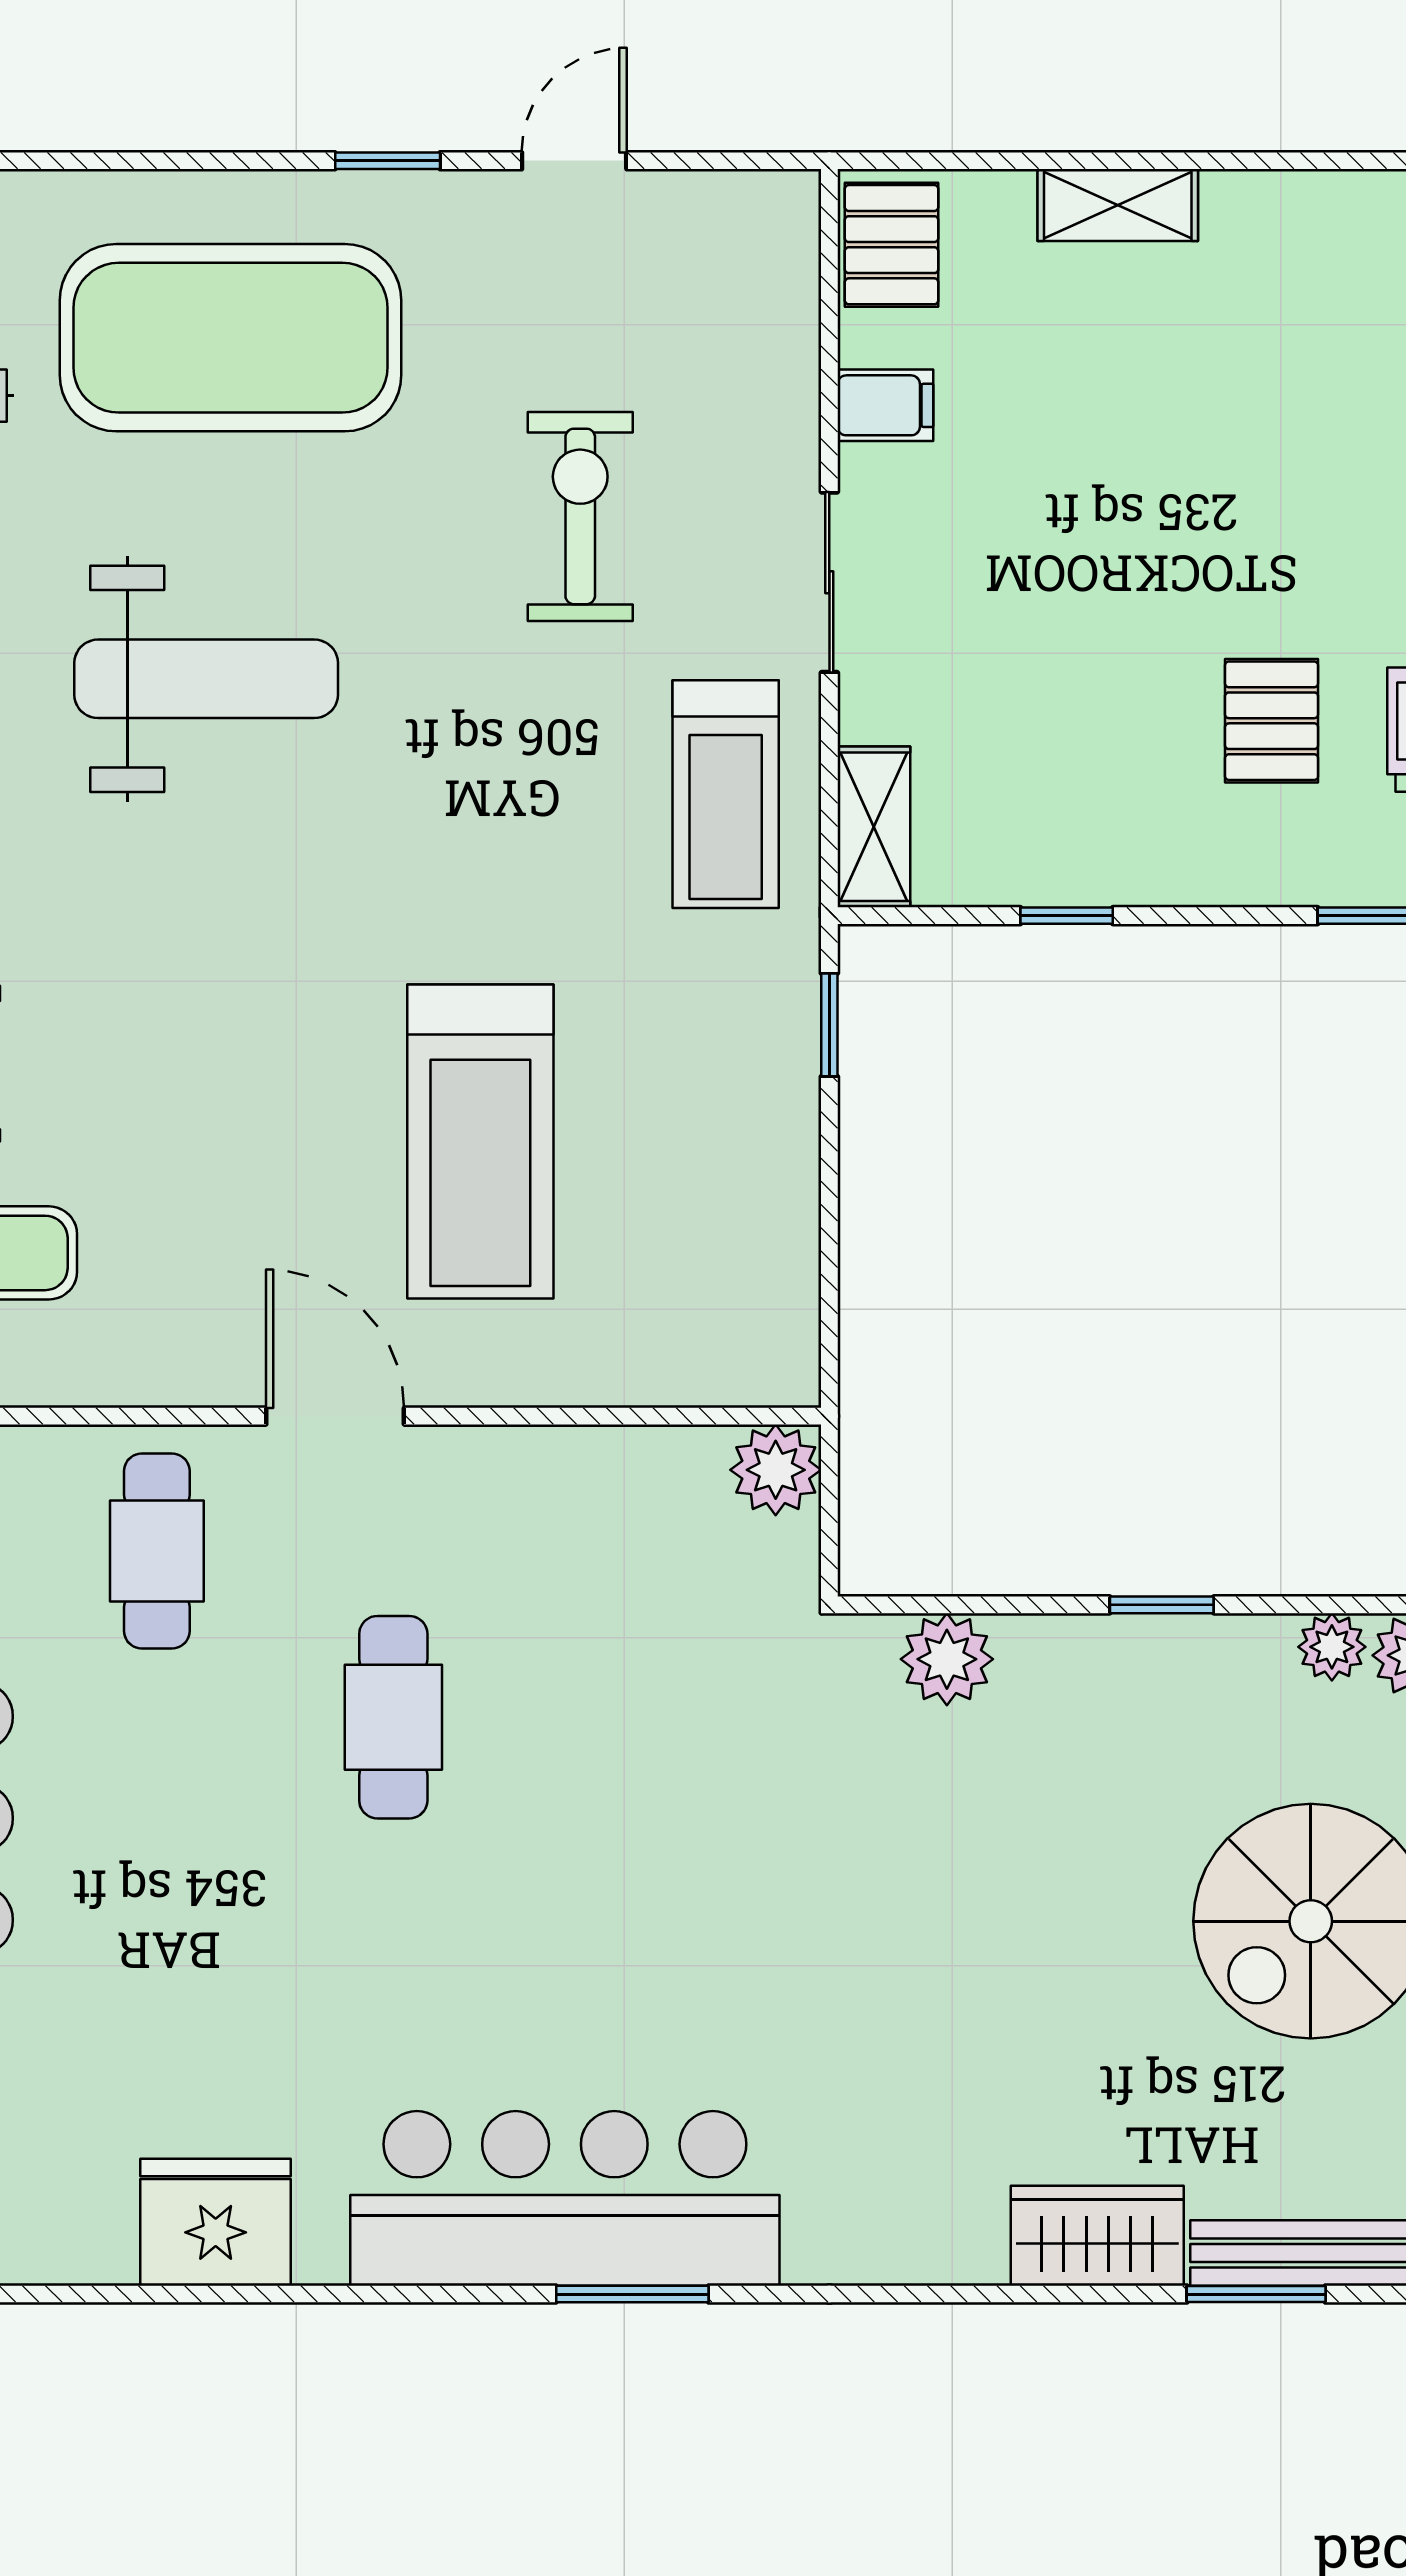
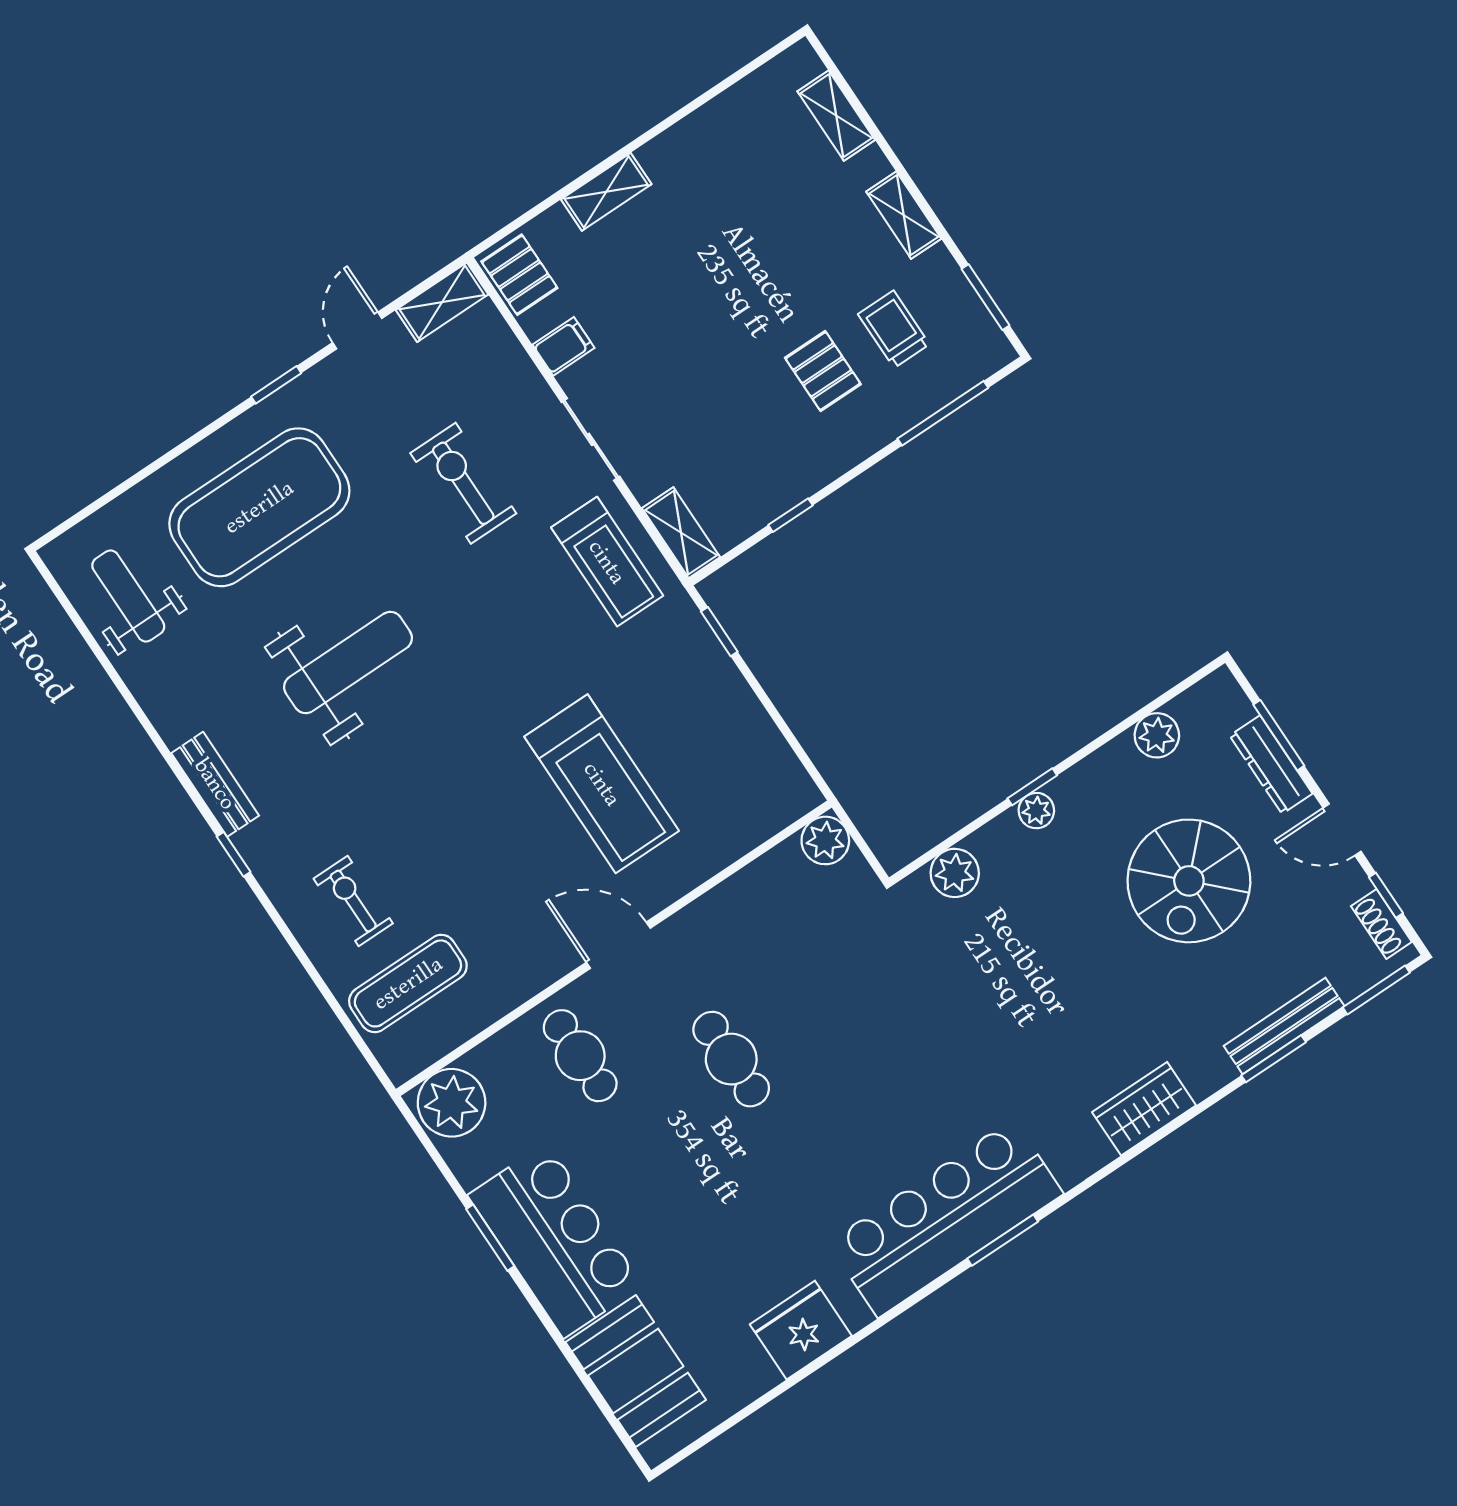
shelving: (739, 206) -> (442, 302), added
plant: (1332, 1647) -> (1036, 811), moved
wardrobe: (1097, 2236) -> (1144, 1109), moved

